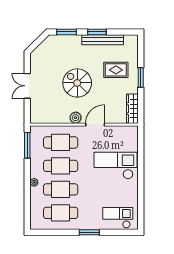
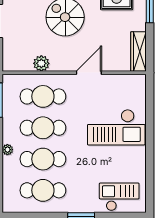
plant: (76, 118) -> (41, 63), moved
checkout: (116, 166) -> (116, 127), turned 180

